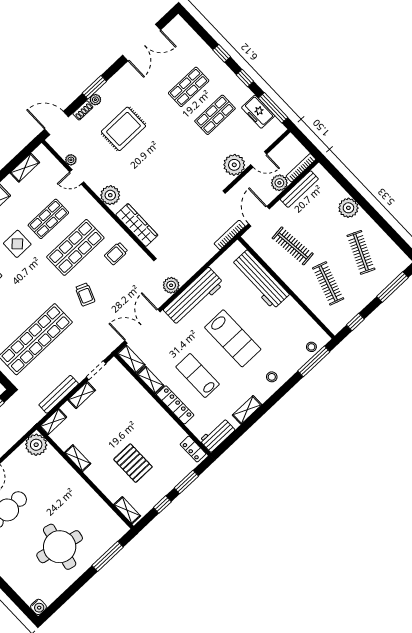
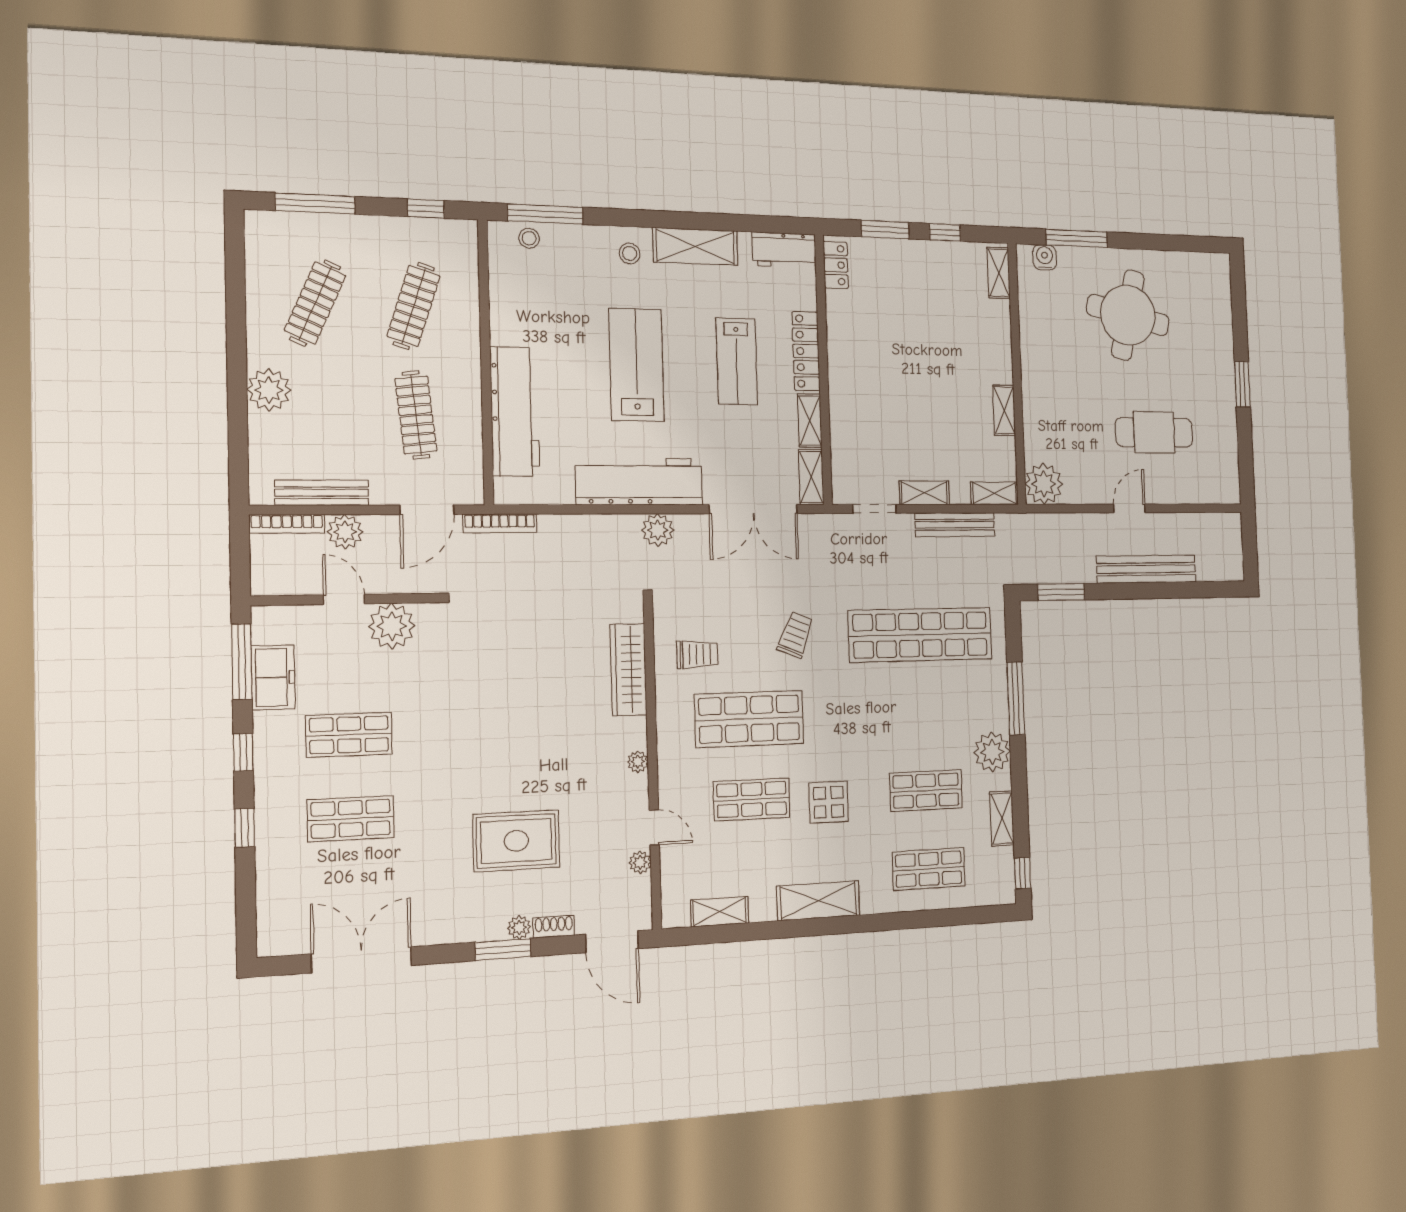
plant: (110, 195) -> (638, 762), width x0.53, depth x0.53
shelving: (247, 410) -> (695, 246), width x1.50, depth x1.33
pallet: (133, 463) -> (936, 329), removed
water cooler: (38, 607) -> (1045, 257), moved

